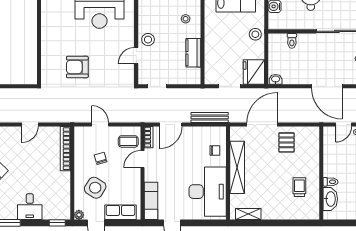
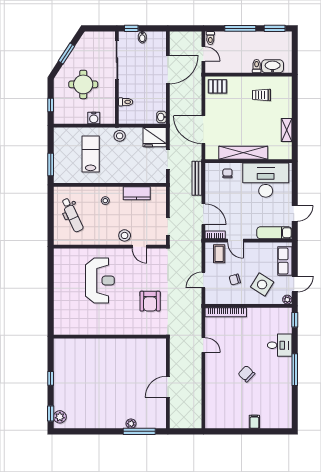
pallet: (286, 142) -> (218, 86), moved
shelving: (248, 214) -> (287, 130), moved

